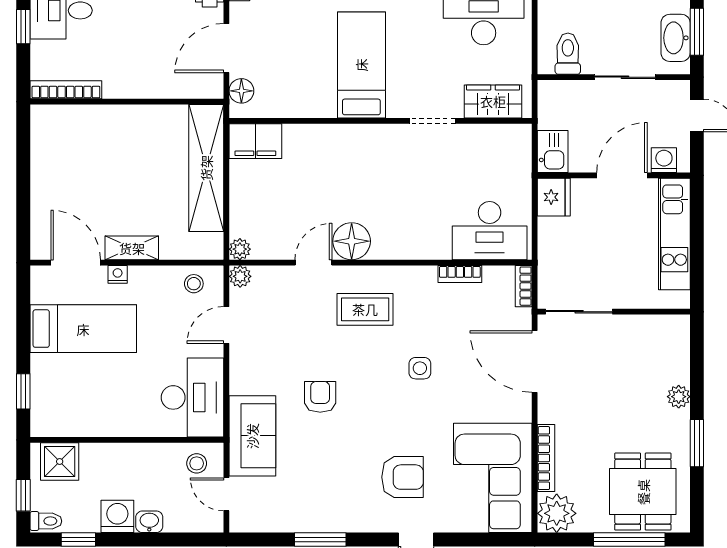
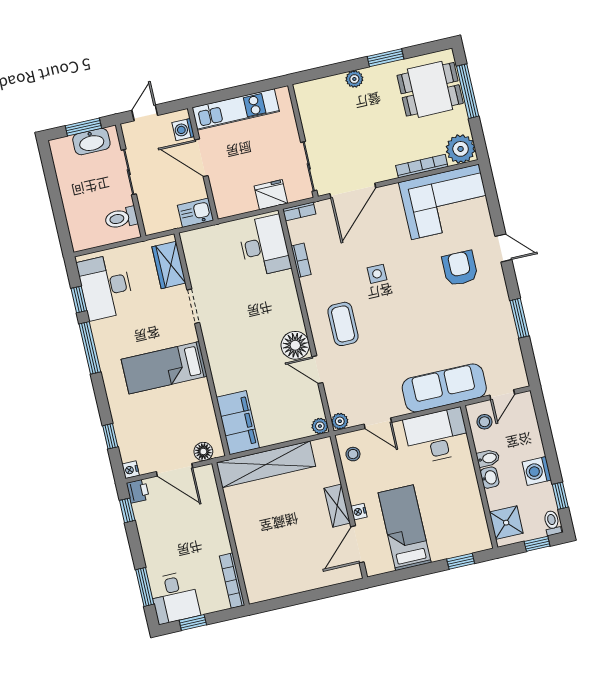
filing cabinet: (255, 141) -> (238, 423), width x1.50, depth x1.17
fridge: (554, 197) -> (271, 195), moved
armchair: (320, 397) -> (415, 342), removed
sofa: (252, 436) -> (444, 388), width x1.36
bidet: (148, 457) -> (488, 458), added
washbasin: (149, 522) -> (490, 478), moved, turned 180

